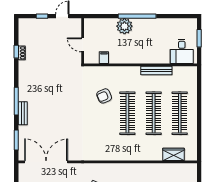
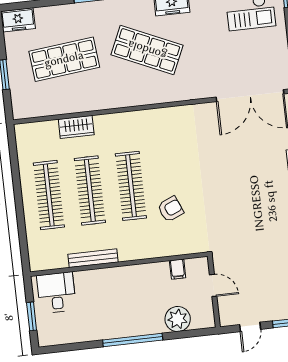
plant: (124, 26) -> (178, 319), moved
wardrobe: (173, 154) -> (76, 127), moved

